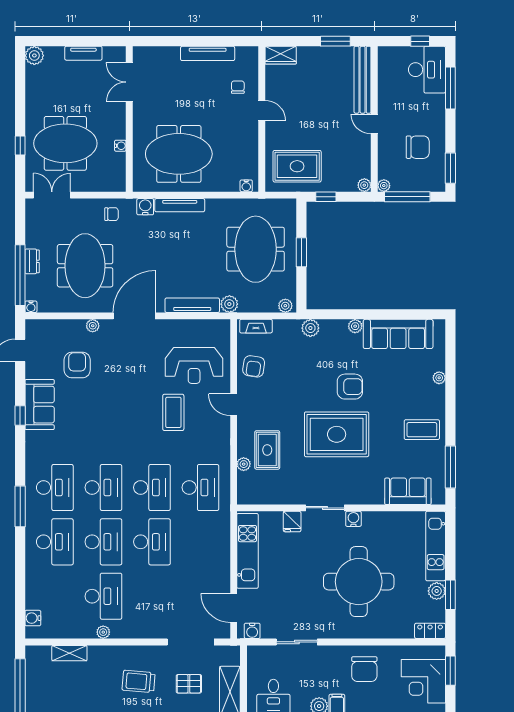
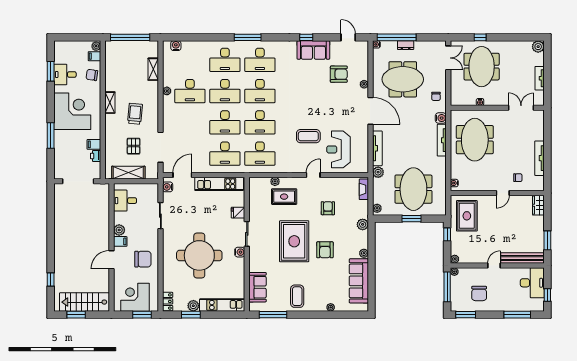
desk: (427, 70) -> (532, 283), moved, turned -90
meeting table: (256, 249) -> (413, 189), turned 90
armchair: (254, 366) -> (328, 208), moved, turned 82
desk: (200, 542) -> (225, 154), added
chair: (364, 669) -> (143, 259), turned 180

